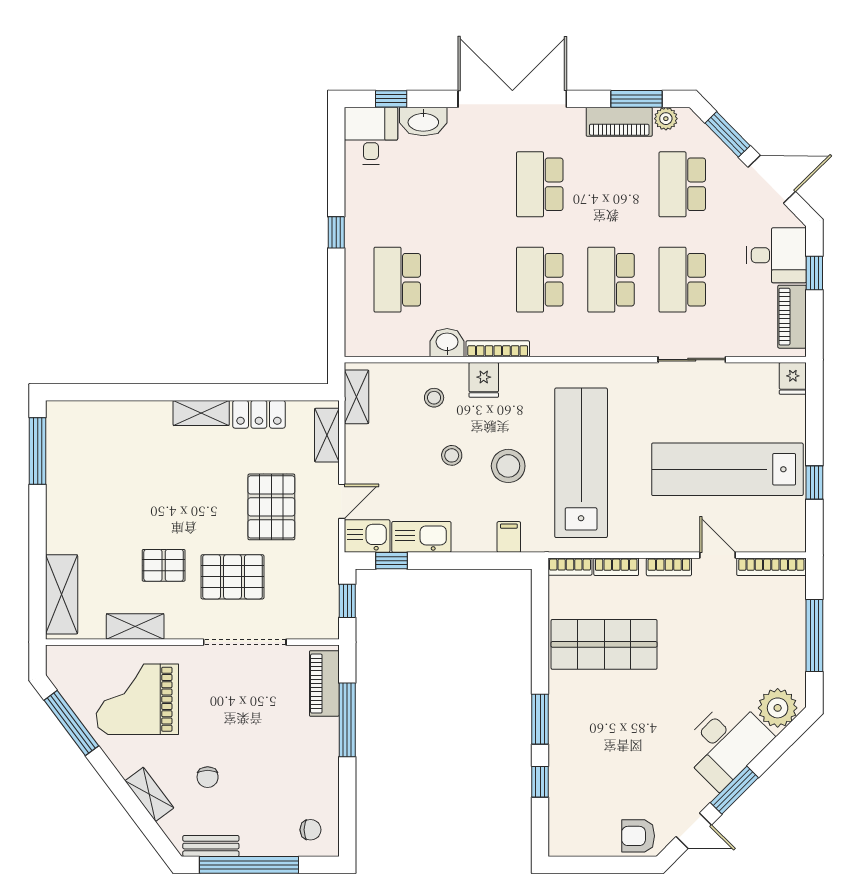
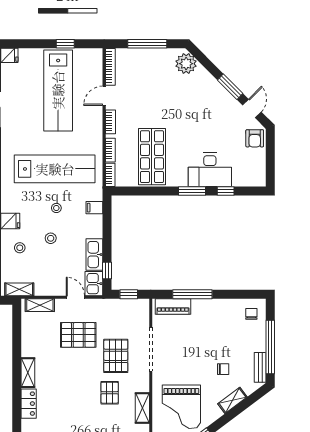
locker: (259, 414) -> (29, 404), moved
lab bench: (581, 463) -> (55, 169), turned 180
stool: (508, 466) -> (56, 208), width x0.53, depth x0.53
desk: (726, 743) -> (210, 170), moved, turned 135

